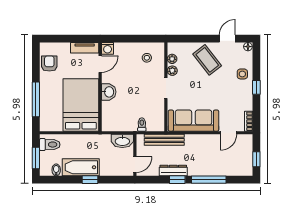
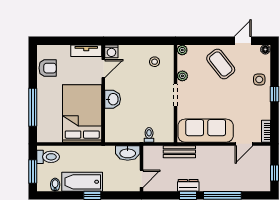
plant: (172, 59) -> (182, 50), moved
armchair: (49, 64) -> (48, 68), turned 90
bench: (164, 140) -> (179, 152), width x0.73
dresser: (173, 171) -> (188, 185), width x0.70

